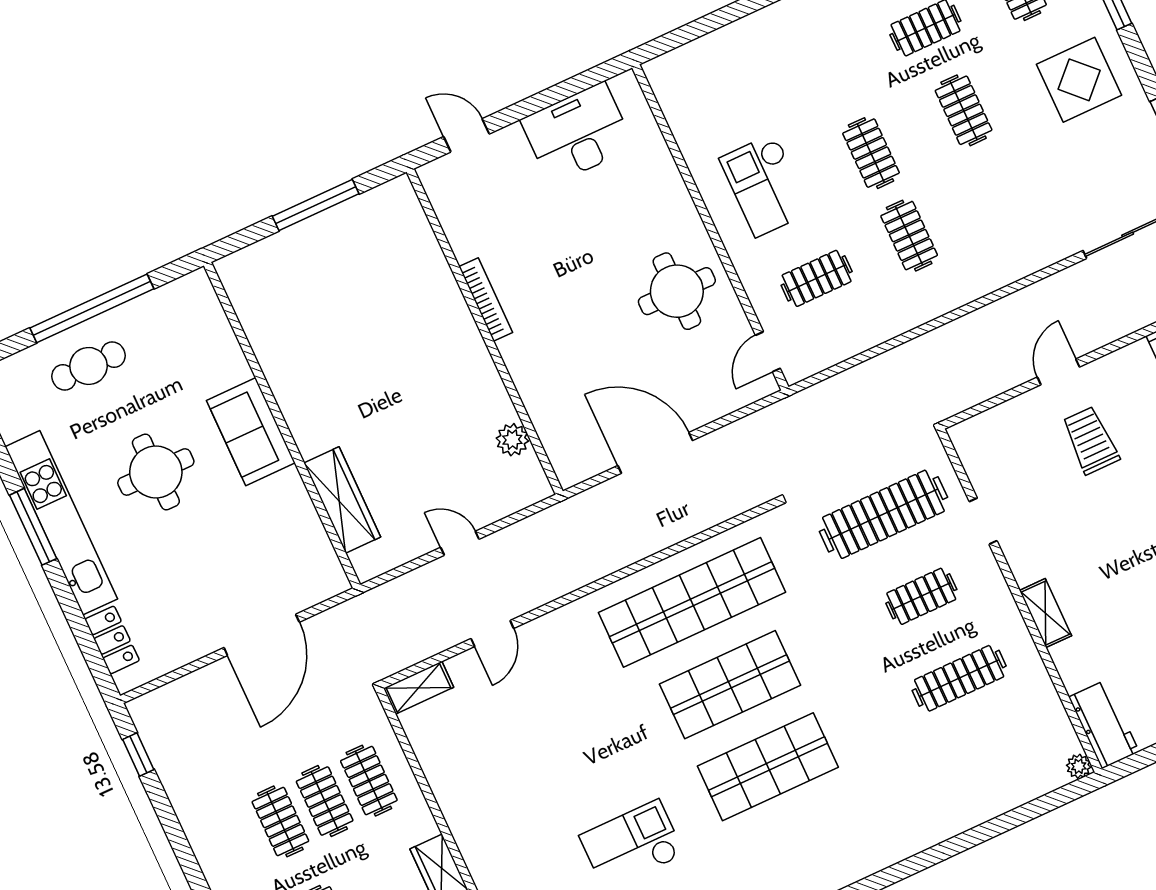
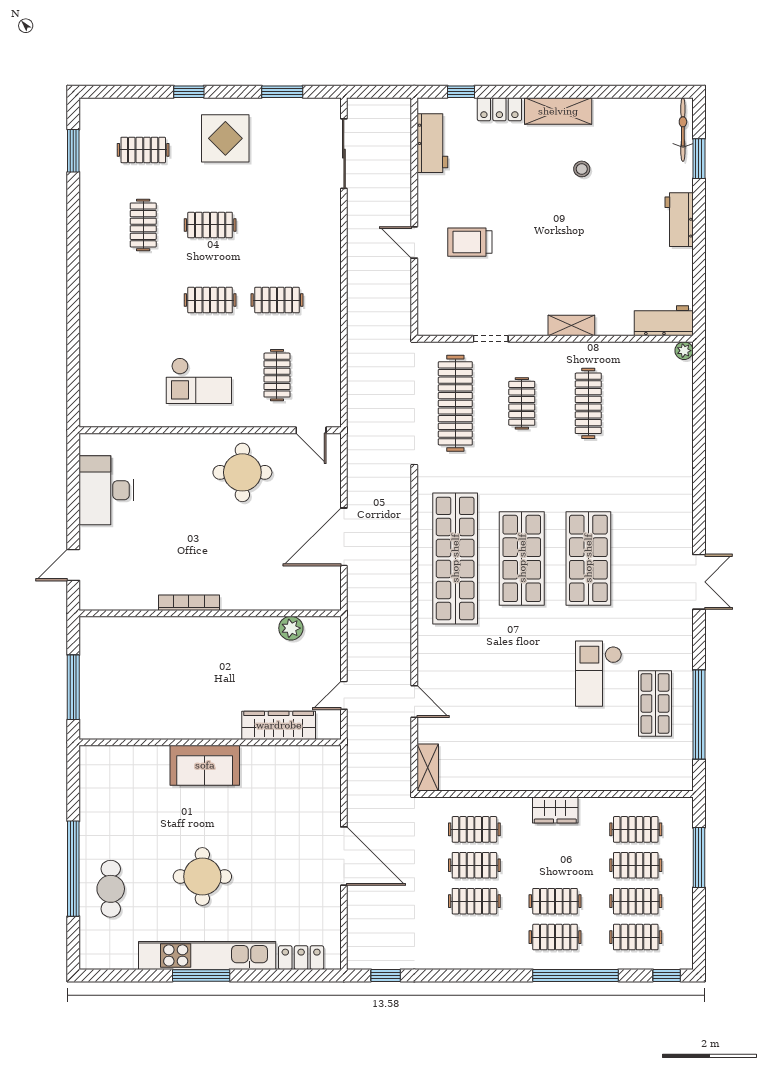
wall: (282, 425) -> (210, 742), moved
sofa: (251, 432) -> (205, 765), moved
wardrobe: (342, 500) -> (279, 725), moved

